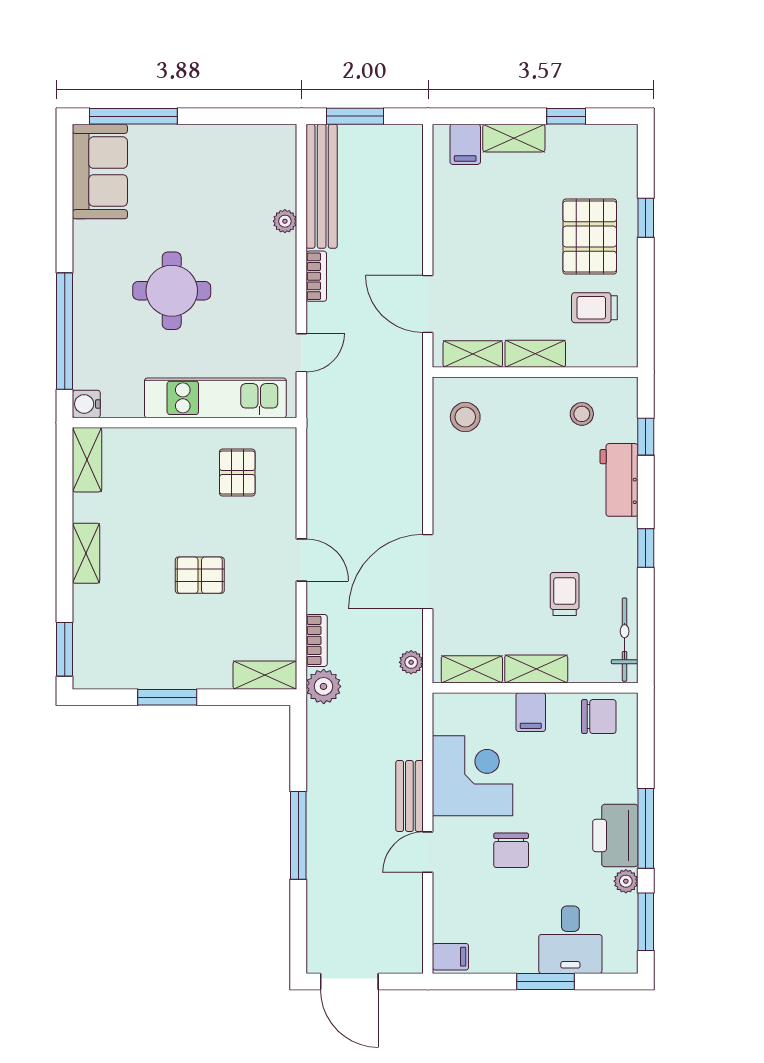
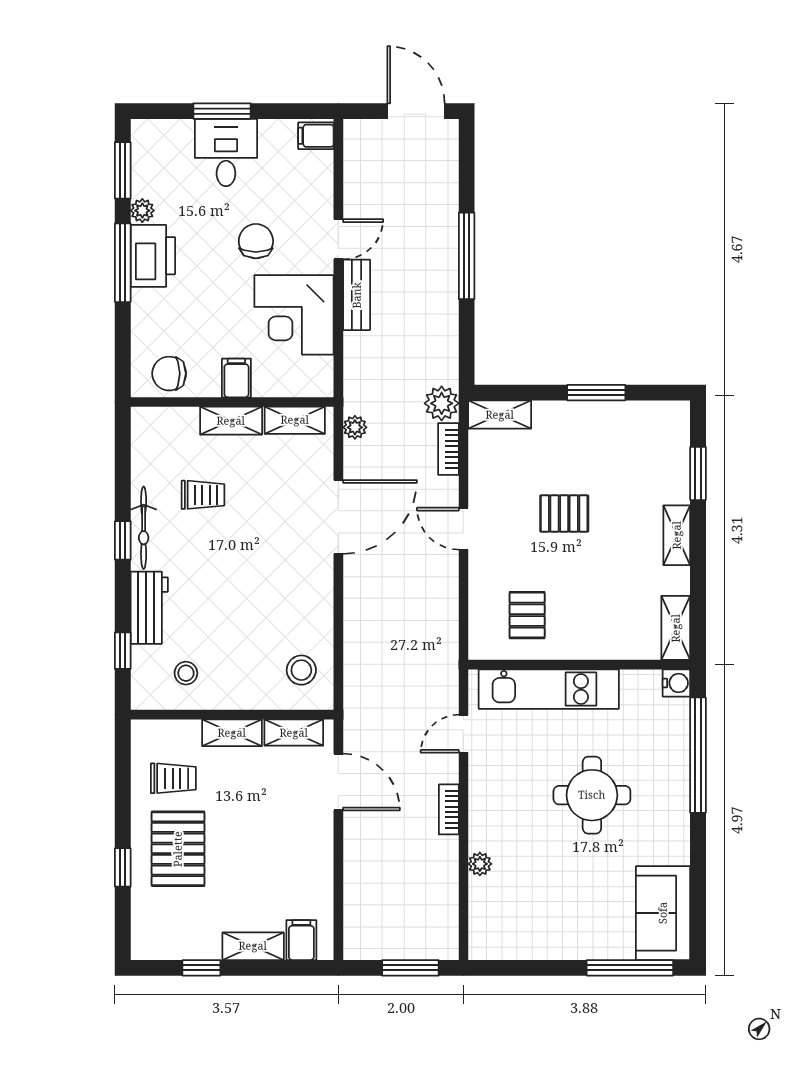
bench: (322, 186) -> (443, 898), removed
trolley: (565, 594) -> (203, 495), turned -90
bicycle: (625, 640) -> (144, 528), moved
window: (65, 649) -> (698, 473), moved
desk: (570, 940) -> (226, 153), moved

